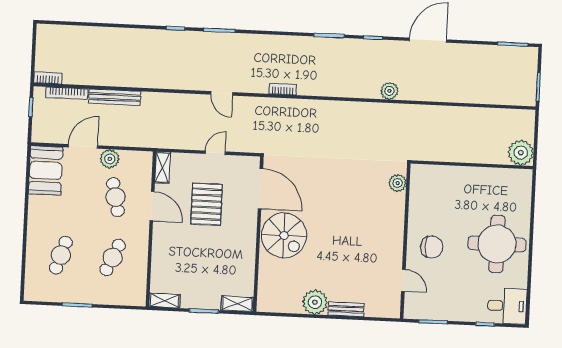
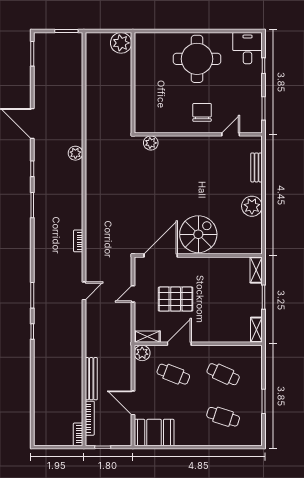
door: (215, 153) -> (133, 294), hinge flipped
plant: (110, 159) -> (142, 353), moved
cafe table: (115, 197) -> (173, 374), turned 33
bench: (346, 309) -> (257, 167), moved

